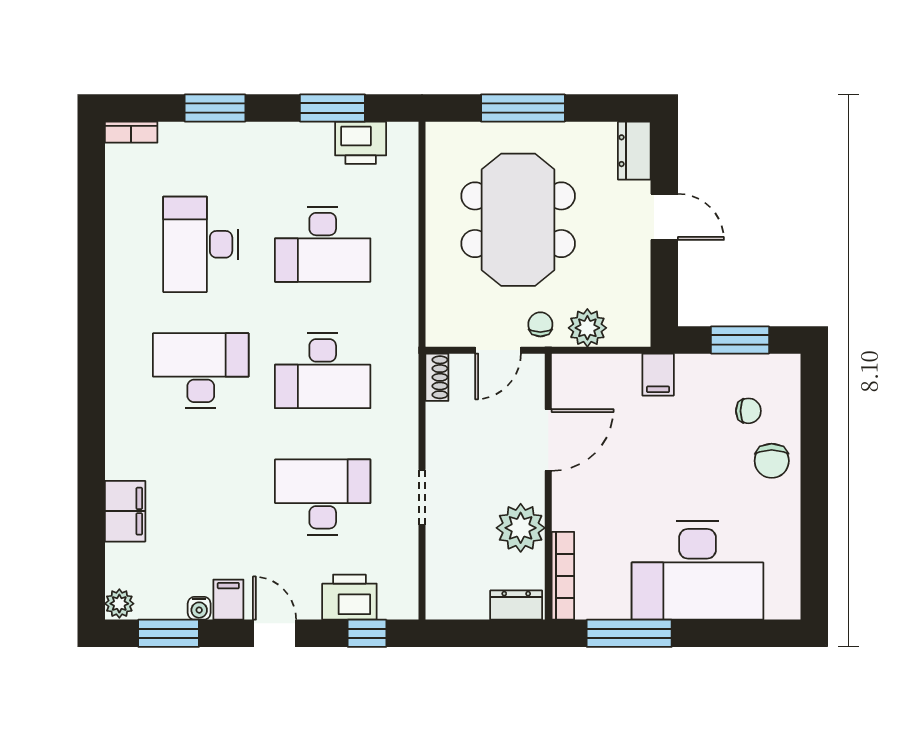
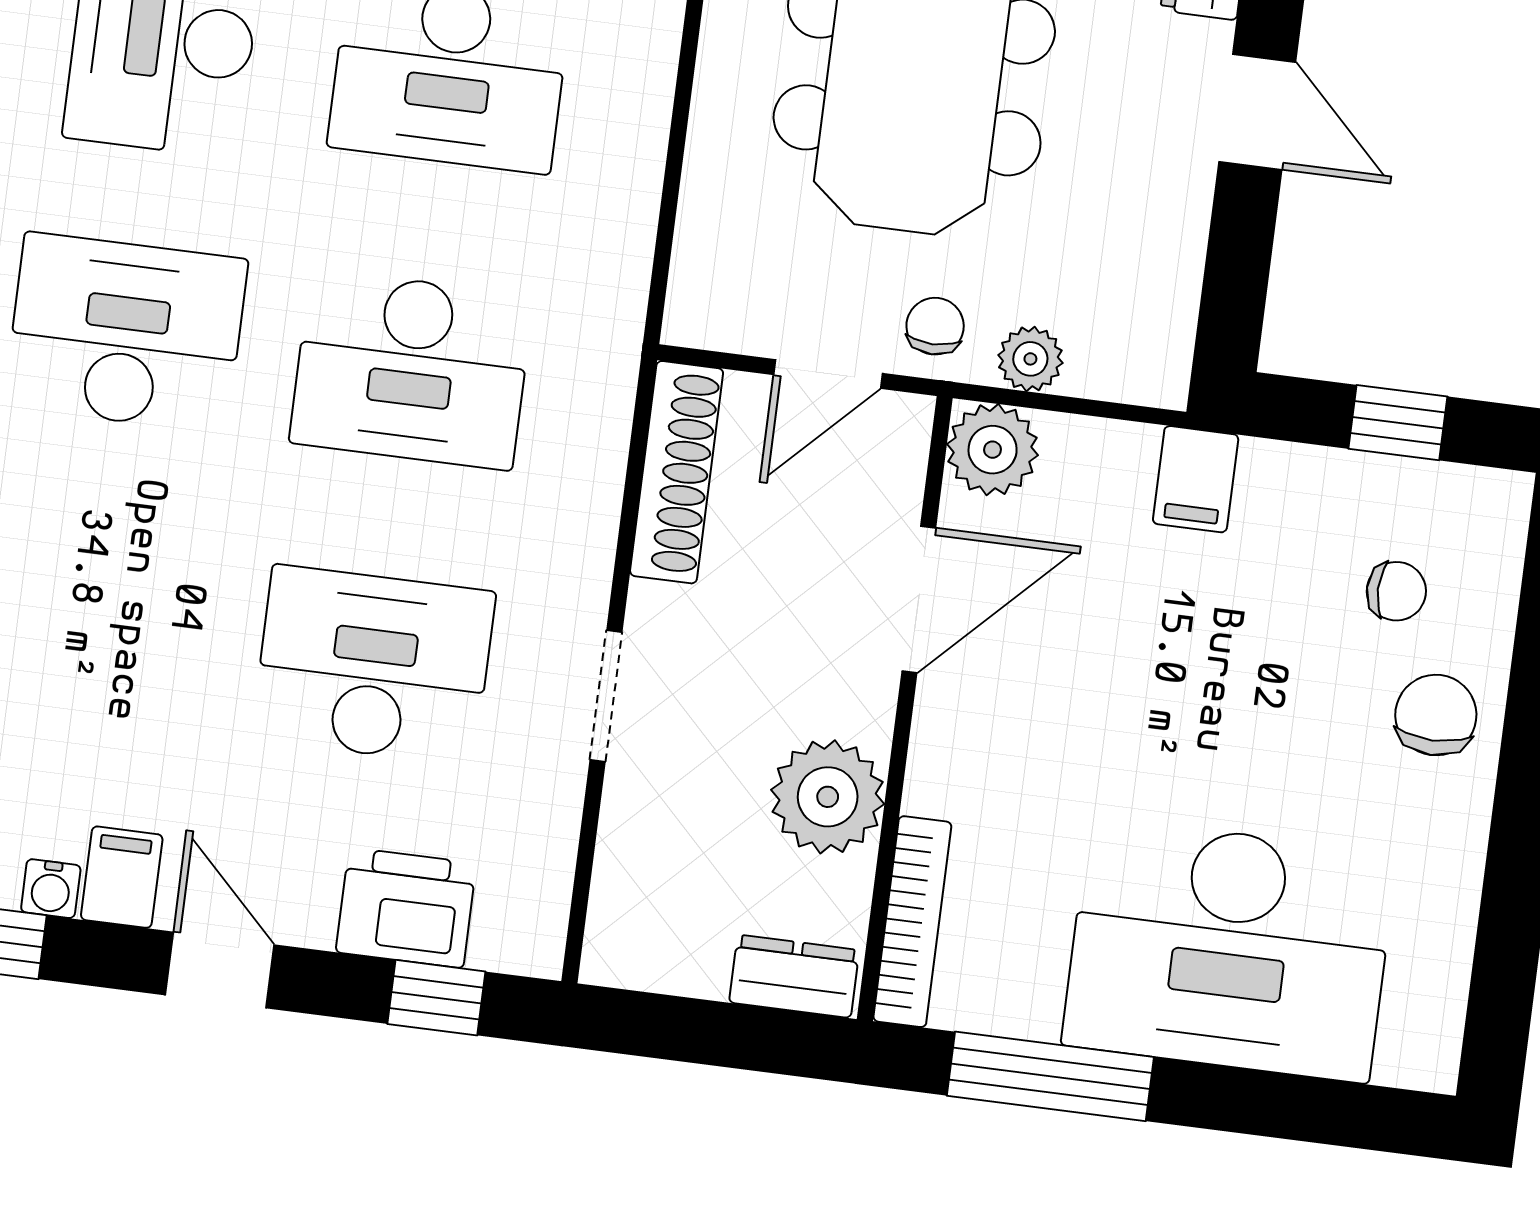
plant: (587, 328) -> (1030, 359), width x0.73, depth x0.73
window: (740, 340) -> (1398, 423), width x0.67
plant: (571, 373) -> (993, 450), added
shoe rack: (437, 377) -> (677, 472), width x1.94, depth x1.24
chair: (772, 461) -> (1436, 715), turned 180

